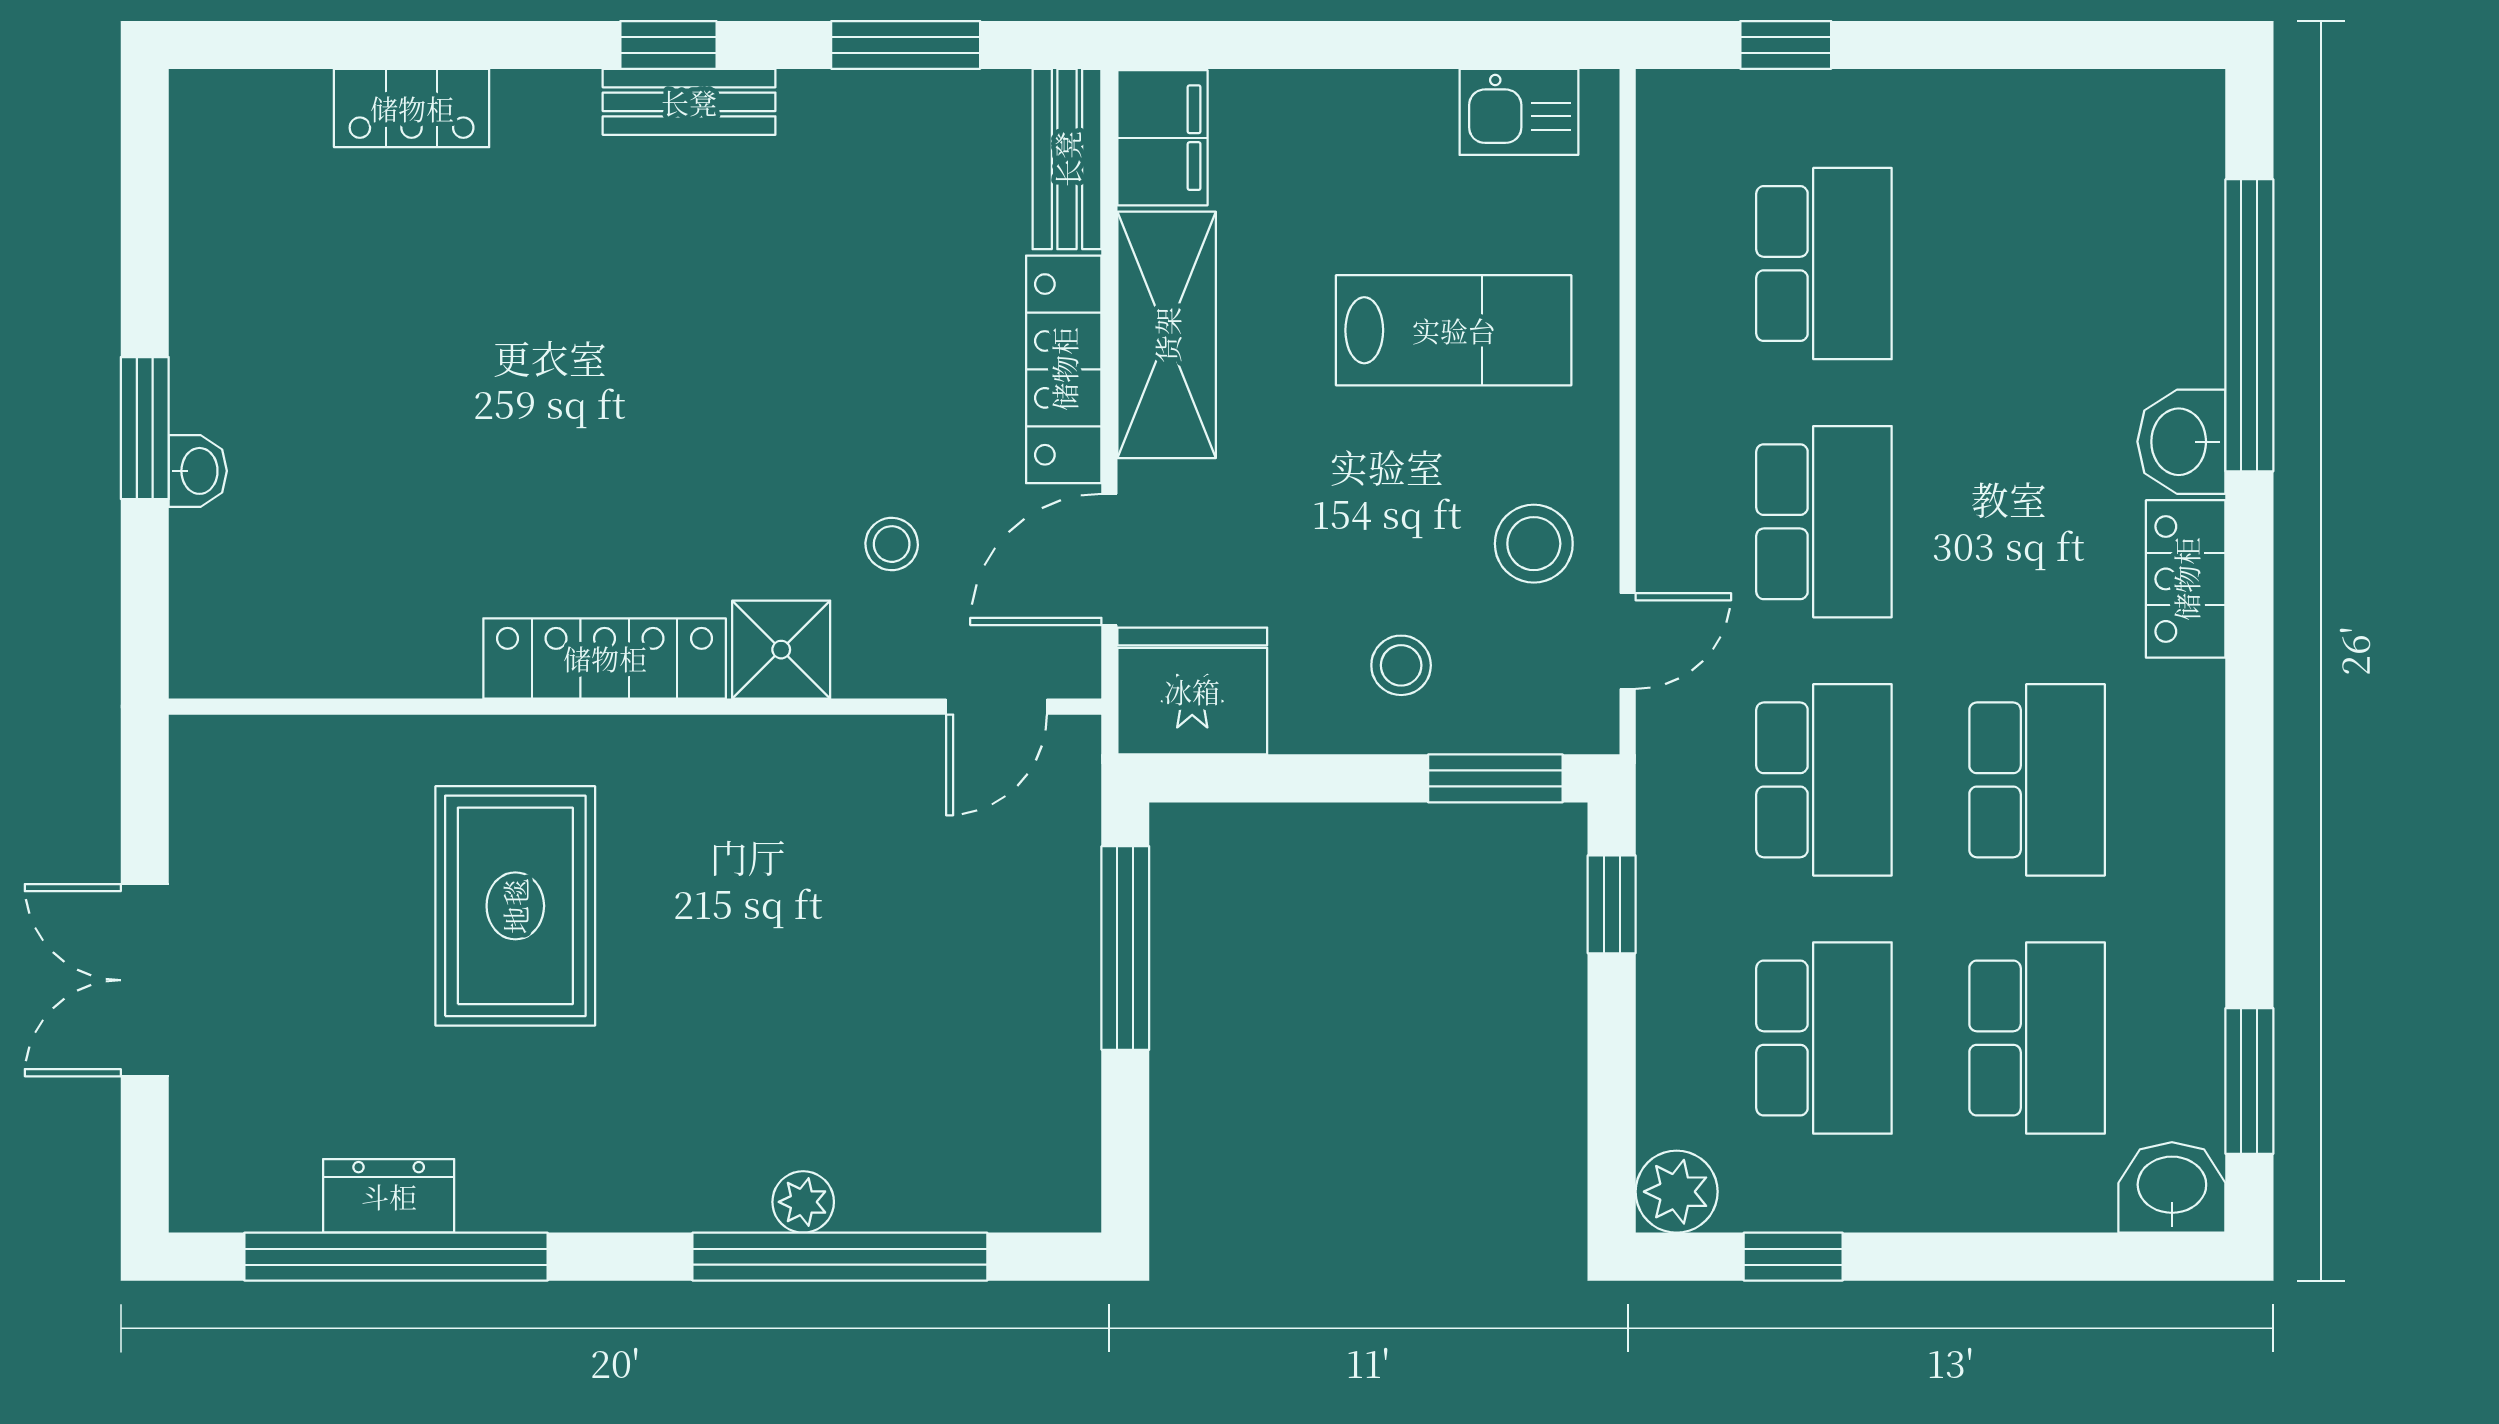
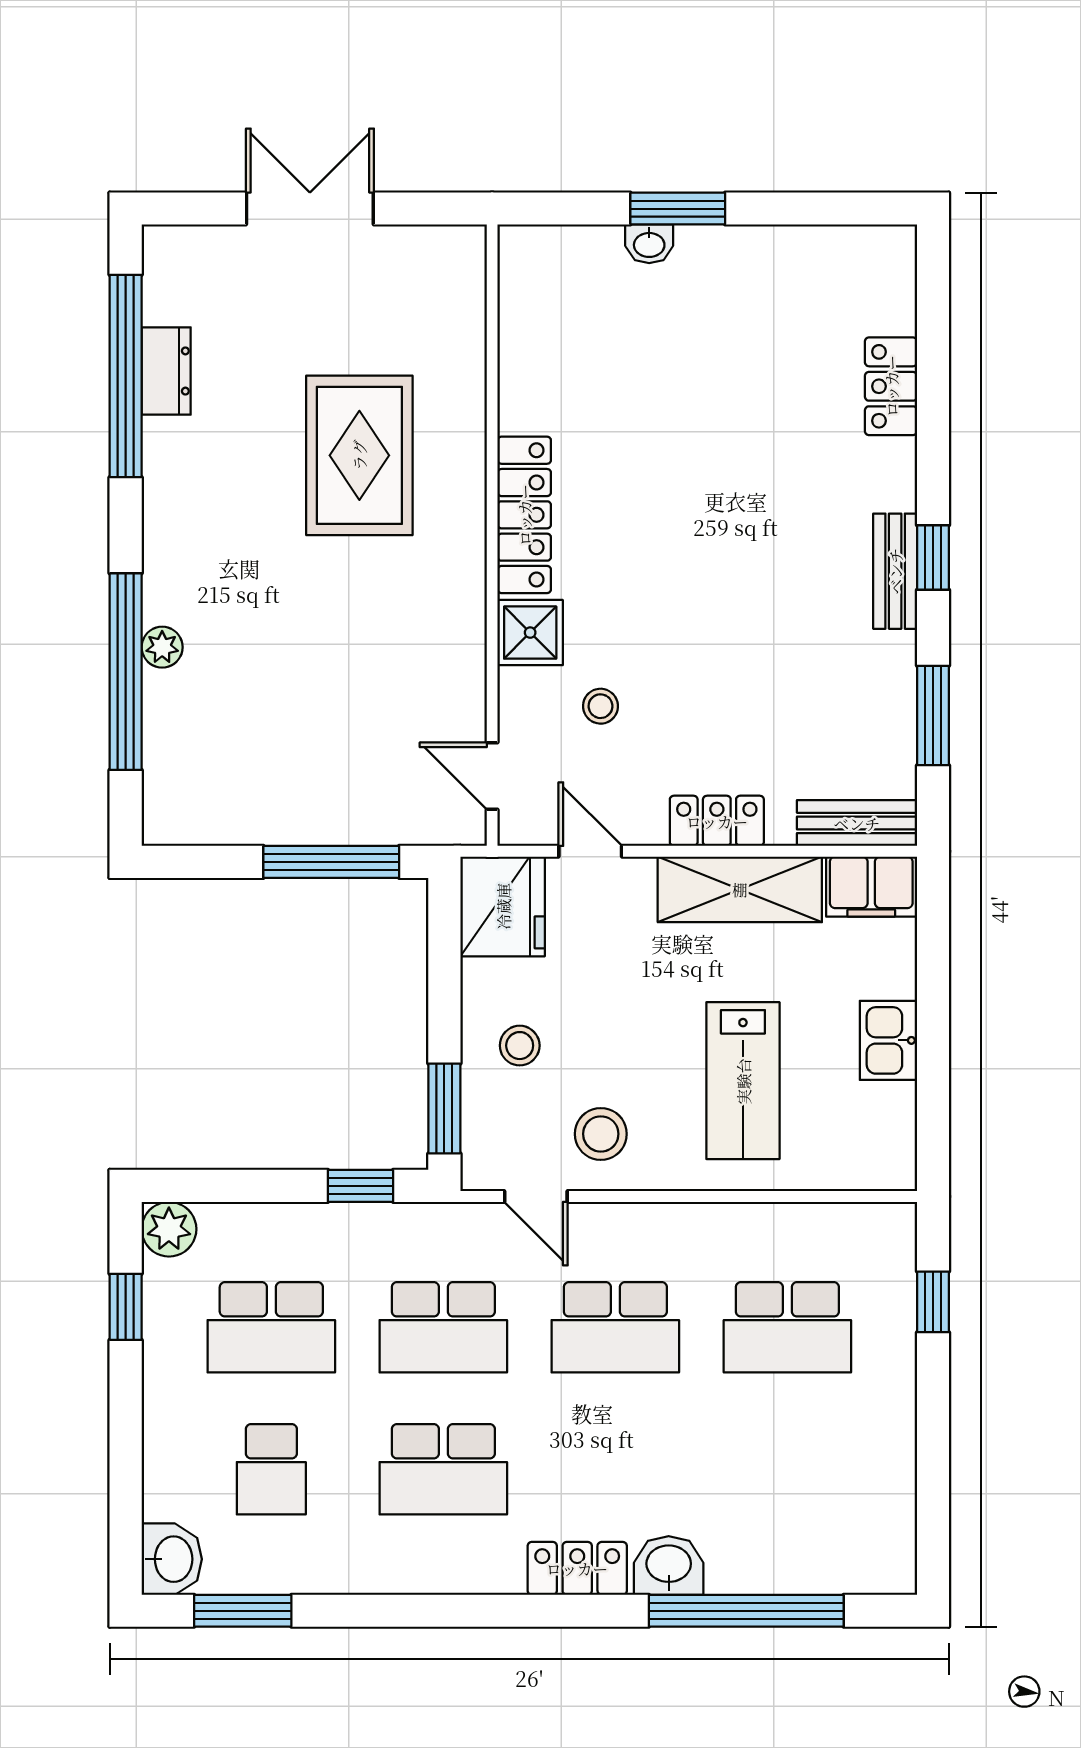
kitchen sink: (1519, 112) -> (888, 1040), moved
locker: (1064, 369) -> (717, 821), width x0.66
door: (1109, 559) -> (590, 851), width x0.73
rug: (515, 906) -> (359, 455), turned 90
school desk: (2037, 1038) -> (271, 1469), width x0.54

